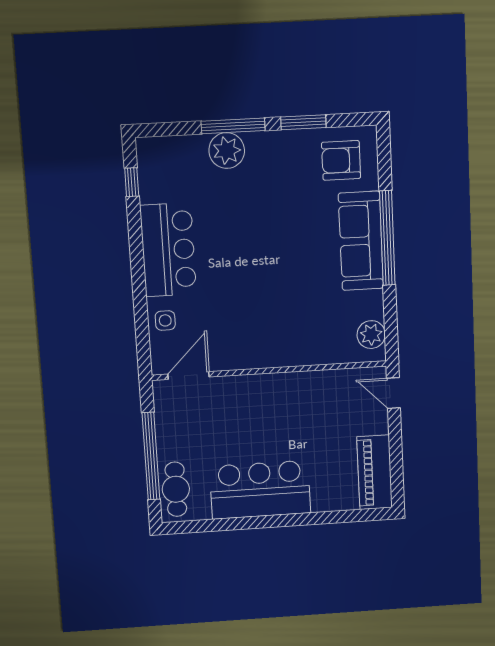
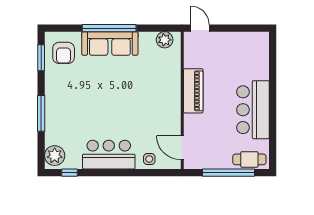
window: (303, 122) -> (41, 58), moved
plant: (227, 151) -> (55, 156), moved
door: (393, 393) -> (200, 28), swing flipped
piano: (375, 472) -> (193, 91), moved, turned -90

